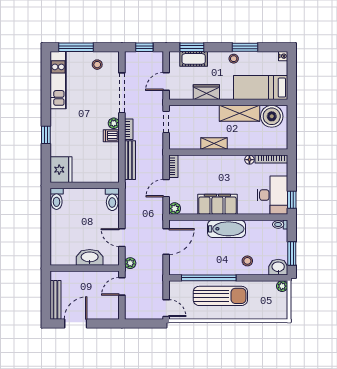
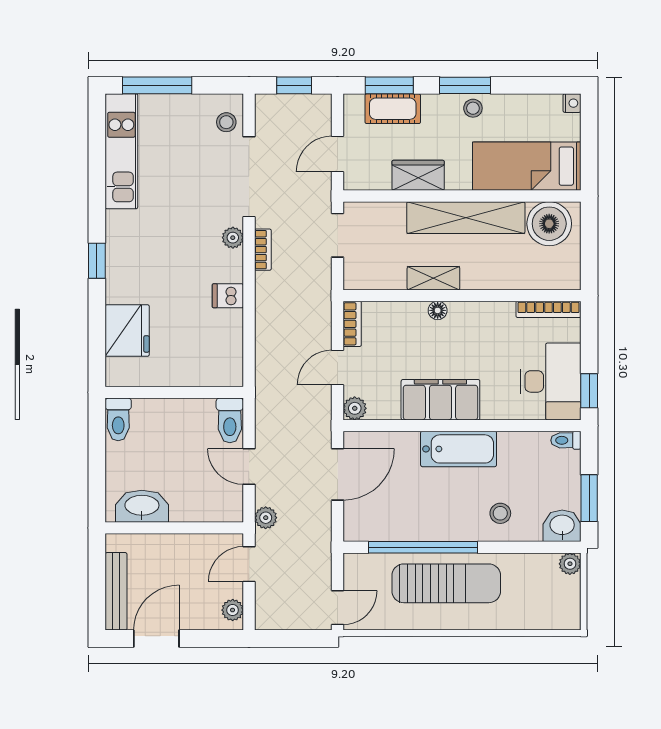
window: (245, 47) -> (465, 85), moved
stool: (97, 65) -> (226, 122), moved
shelving: (239, 113) -> (466, 218), width x1.47
dishwasher: (111, 136) -> (228, 296), moved
bench: (130, 160) -> (265, 312), removed
floor lamp: (249, 160) -> (438, 310), moved
wall: (85, 185) -> (174, 392), moved
toilet: (57, 199) -> (118, 419), moved
toilet: (112, 199) -> (230, 420), moved
washbasin: (90, 257) -> (142, 506), moved
door: (166, 308) -> (338, 608), hinge flipped
plant: (114, 309) -> (233, 610), added

